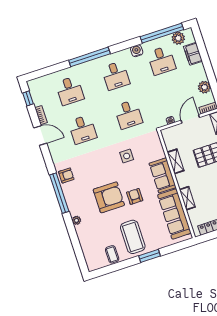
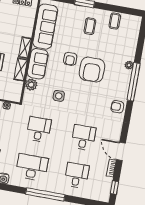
desk: (116, 76) -> (32, 167), width x1.37
plant: (158, 153) -> (31, 85), added
window: (59, 193) -> (134, 82), moved
armchair: (109, 197) -> (92, 70), turned -90
shelving: (187, 198) -> (25, 48), moved
coffee table: (133, 237) -> (90, 26), width x0.54, depth x0.58

